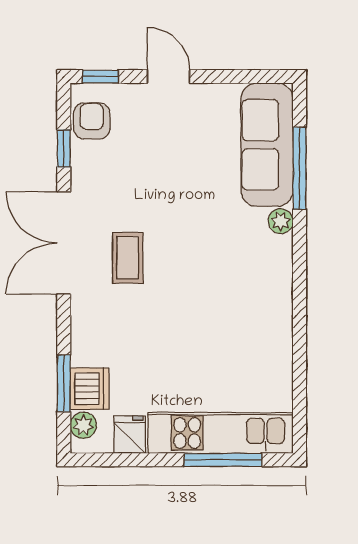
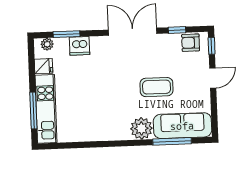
armchair: (92, 121) -> (191, 43), turned 180
plant: (281, 221) -> (141, 128), width x1.87, depth x1.87
coffee table: (128, 258) -> (157, 87), moved, width x1.36, depth x1.30
dishwasher: (90, 389) -> (80, 46), moved

